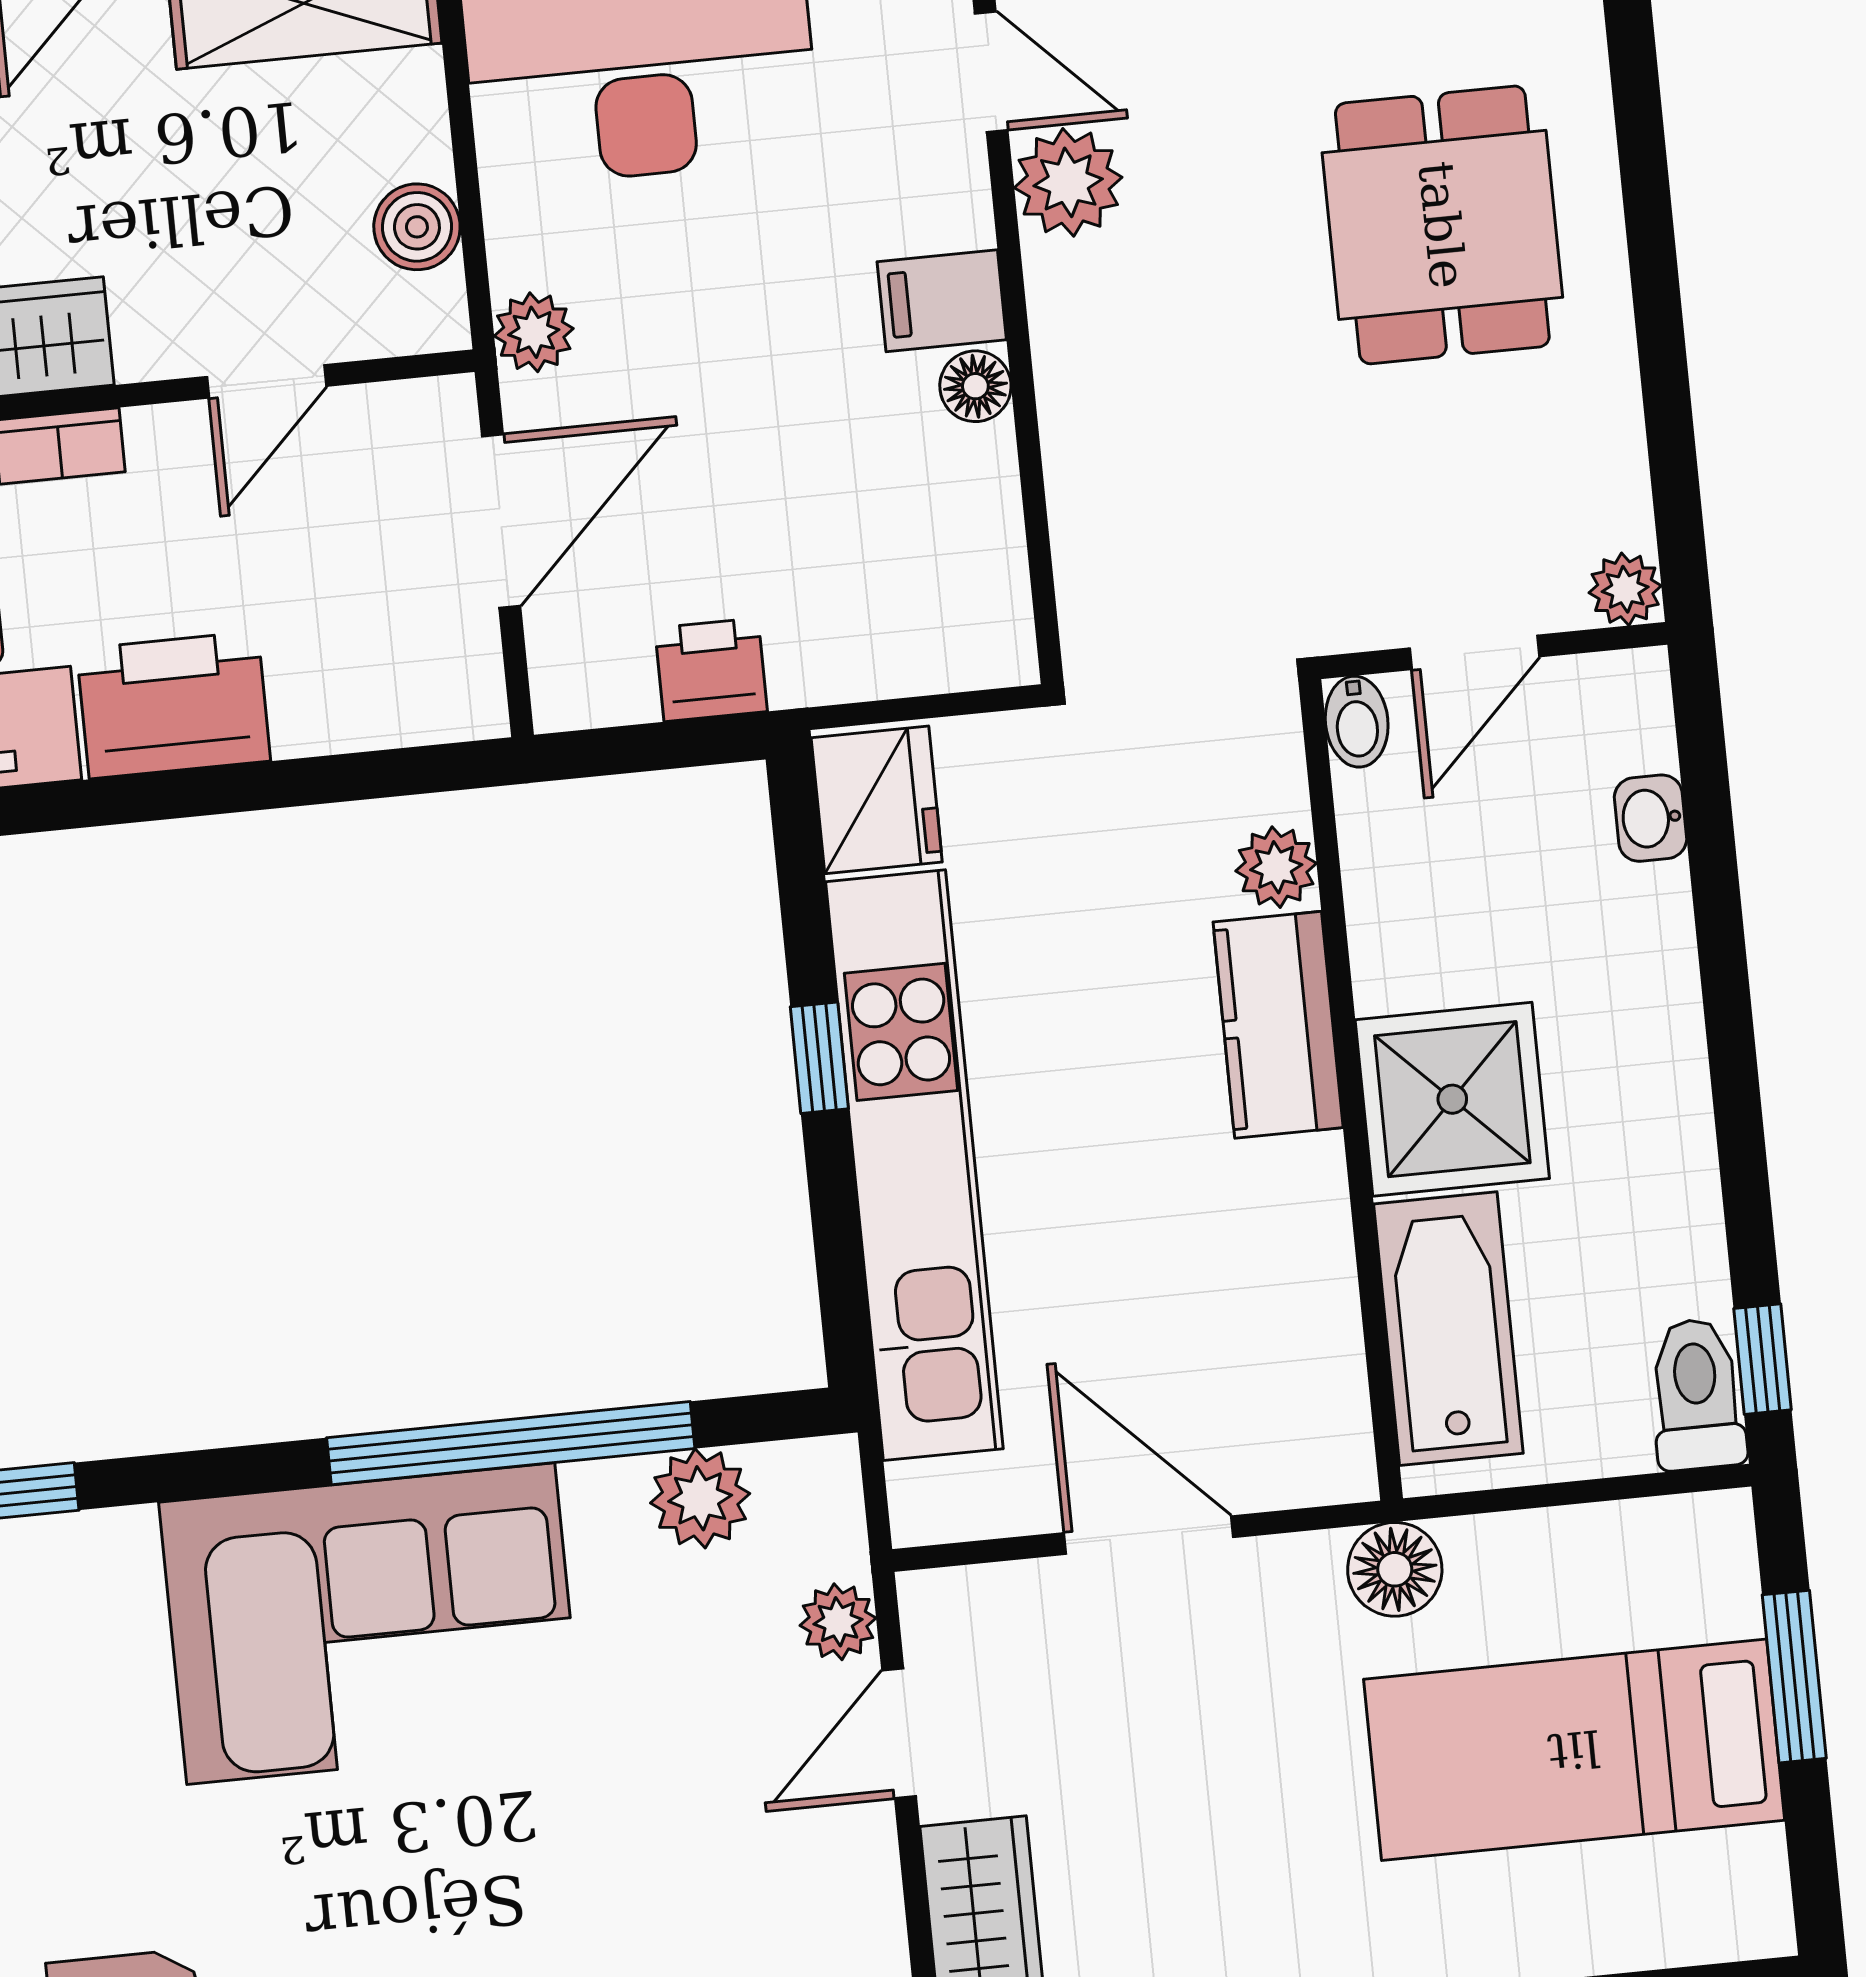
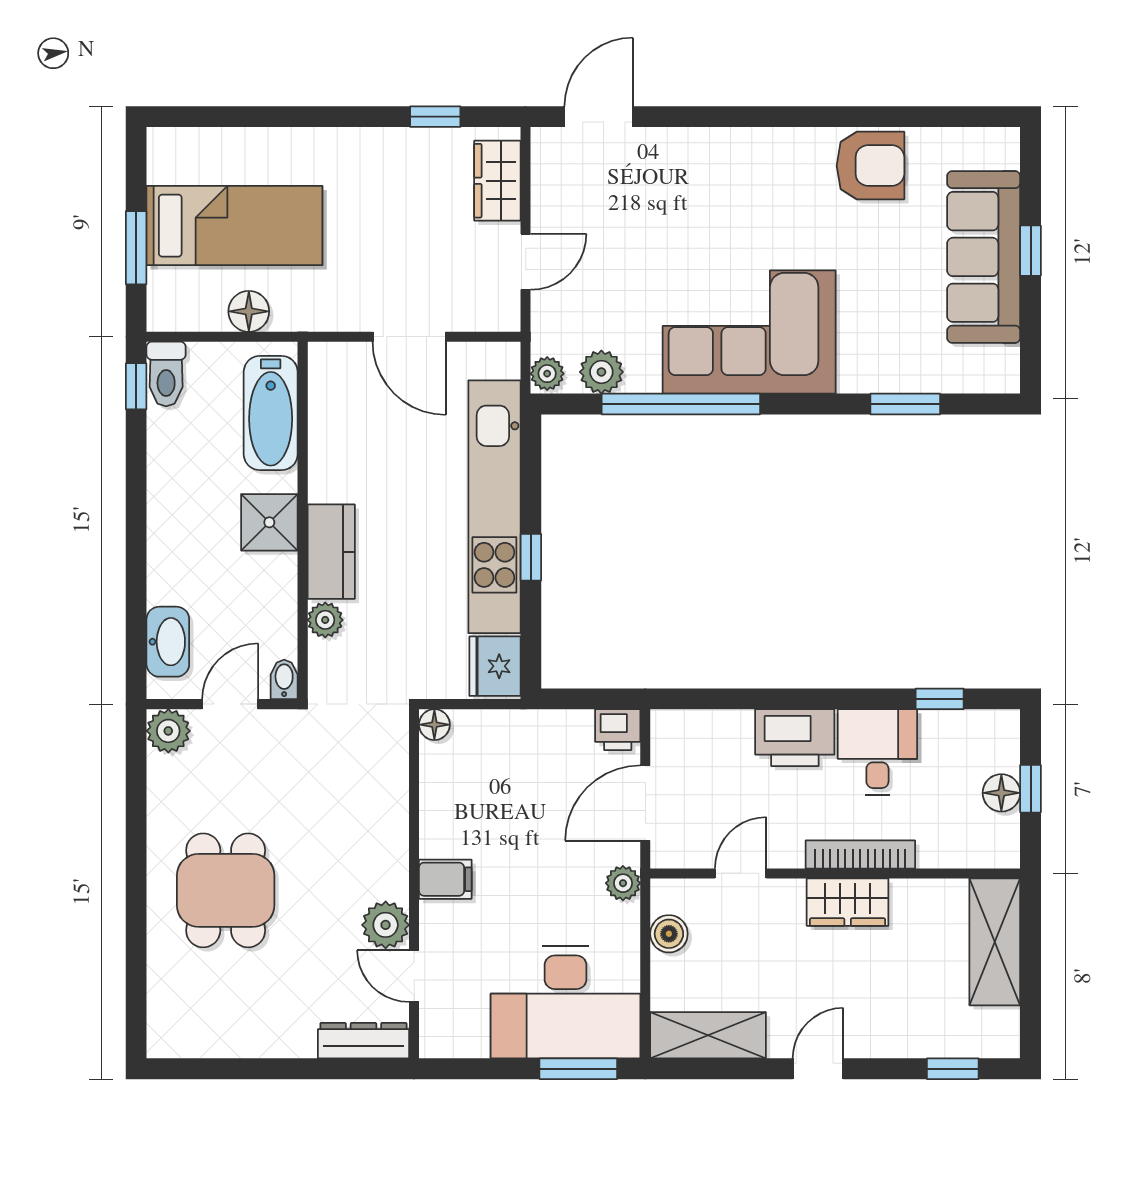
floor lamp: (975, 386) -> (434, 725), moved
plant: (1625, 589) -> (168, 731), width x1.38, depth x1.38
printer: (711, 670) -> (618, 730), moved
washbasin: (1650, 818) -> (168, 642), width x1.91, depth x1.45
shower: (1452, 1099) -> (269, 522), width x0.73, depth x0.73
floor lamp: (1395, 1569) -> (249, 311), moved
plant: (838, 1622) -> (547, 374), moved

